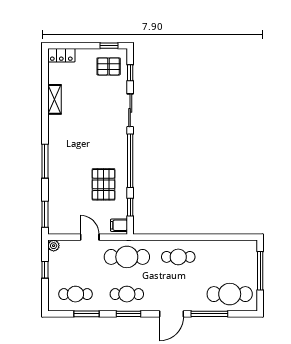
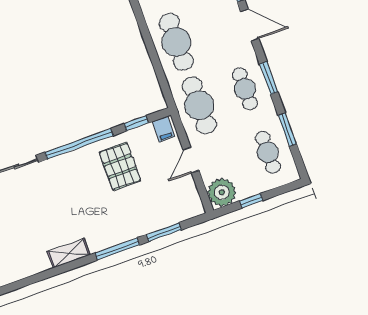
shelving: (54, 99) -> (69, 253), moved
pallet: (104, 184) -> (120, 166), turned 90
window: (45, 214) -> (164, 232), moved
plant: (54, 246) -> (222, 192), width x1.88, depth x1.88
cafe table: (178, 257) -> (176, 42), width x1.37, depth x1.35

